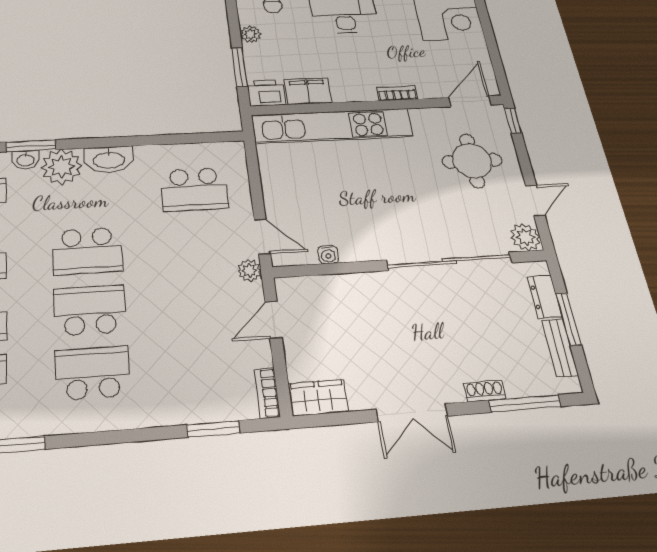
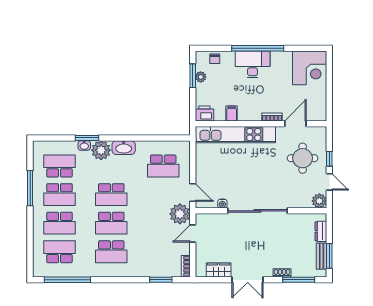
window: (240, 67) -> (193, 76), moved
filing cabinet: (308, 91) -> (232, 114), width x0.50
door: (470, 101) -> (295, 124), moved
window: (513, 121) -> (329, 159), moved
door: (535, 201) -> (329, 182), hinge flipped
sliding door: (449, 261) -> (257, 211), moved
plant: (249, 271) -> (180, 214), width x1.88, depth x1.88
school desk: (90, 310) -> (111, 223), turned 180
window: (568, 319) -> (329, 256), moved
school desk: (92, 373) -> (111, 252), turned 180
wardrobe: (318, 398) -> (219, 270), moved

